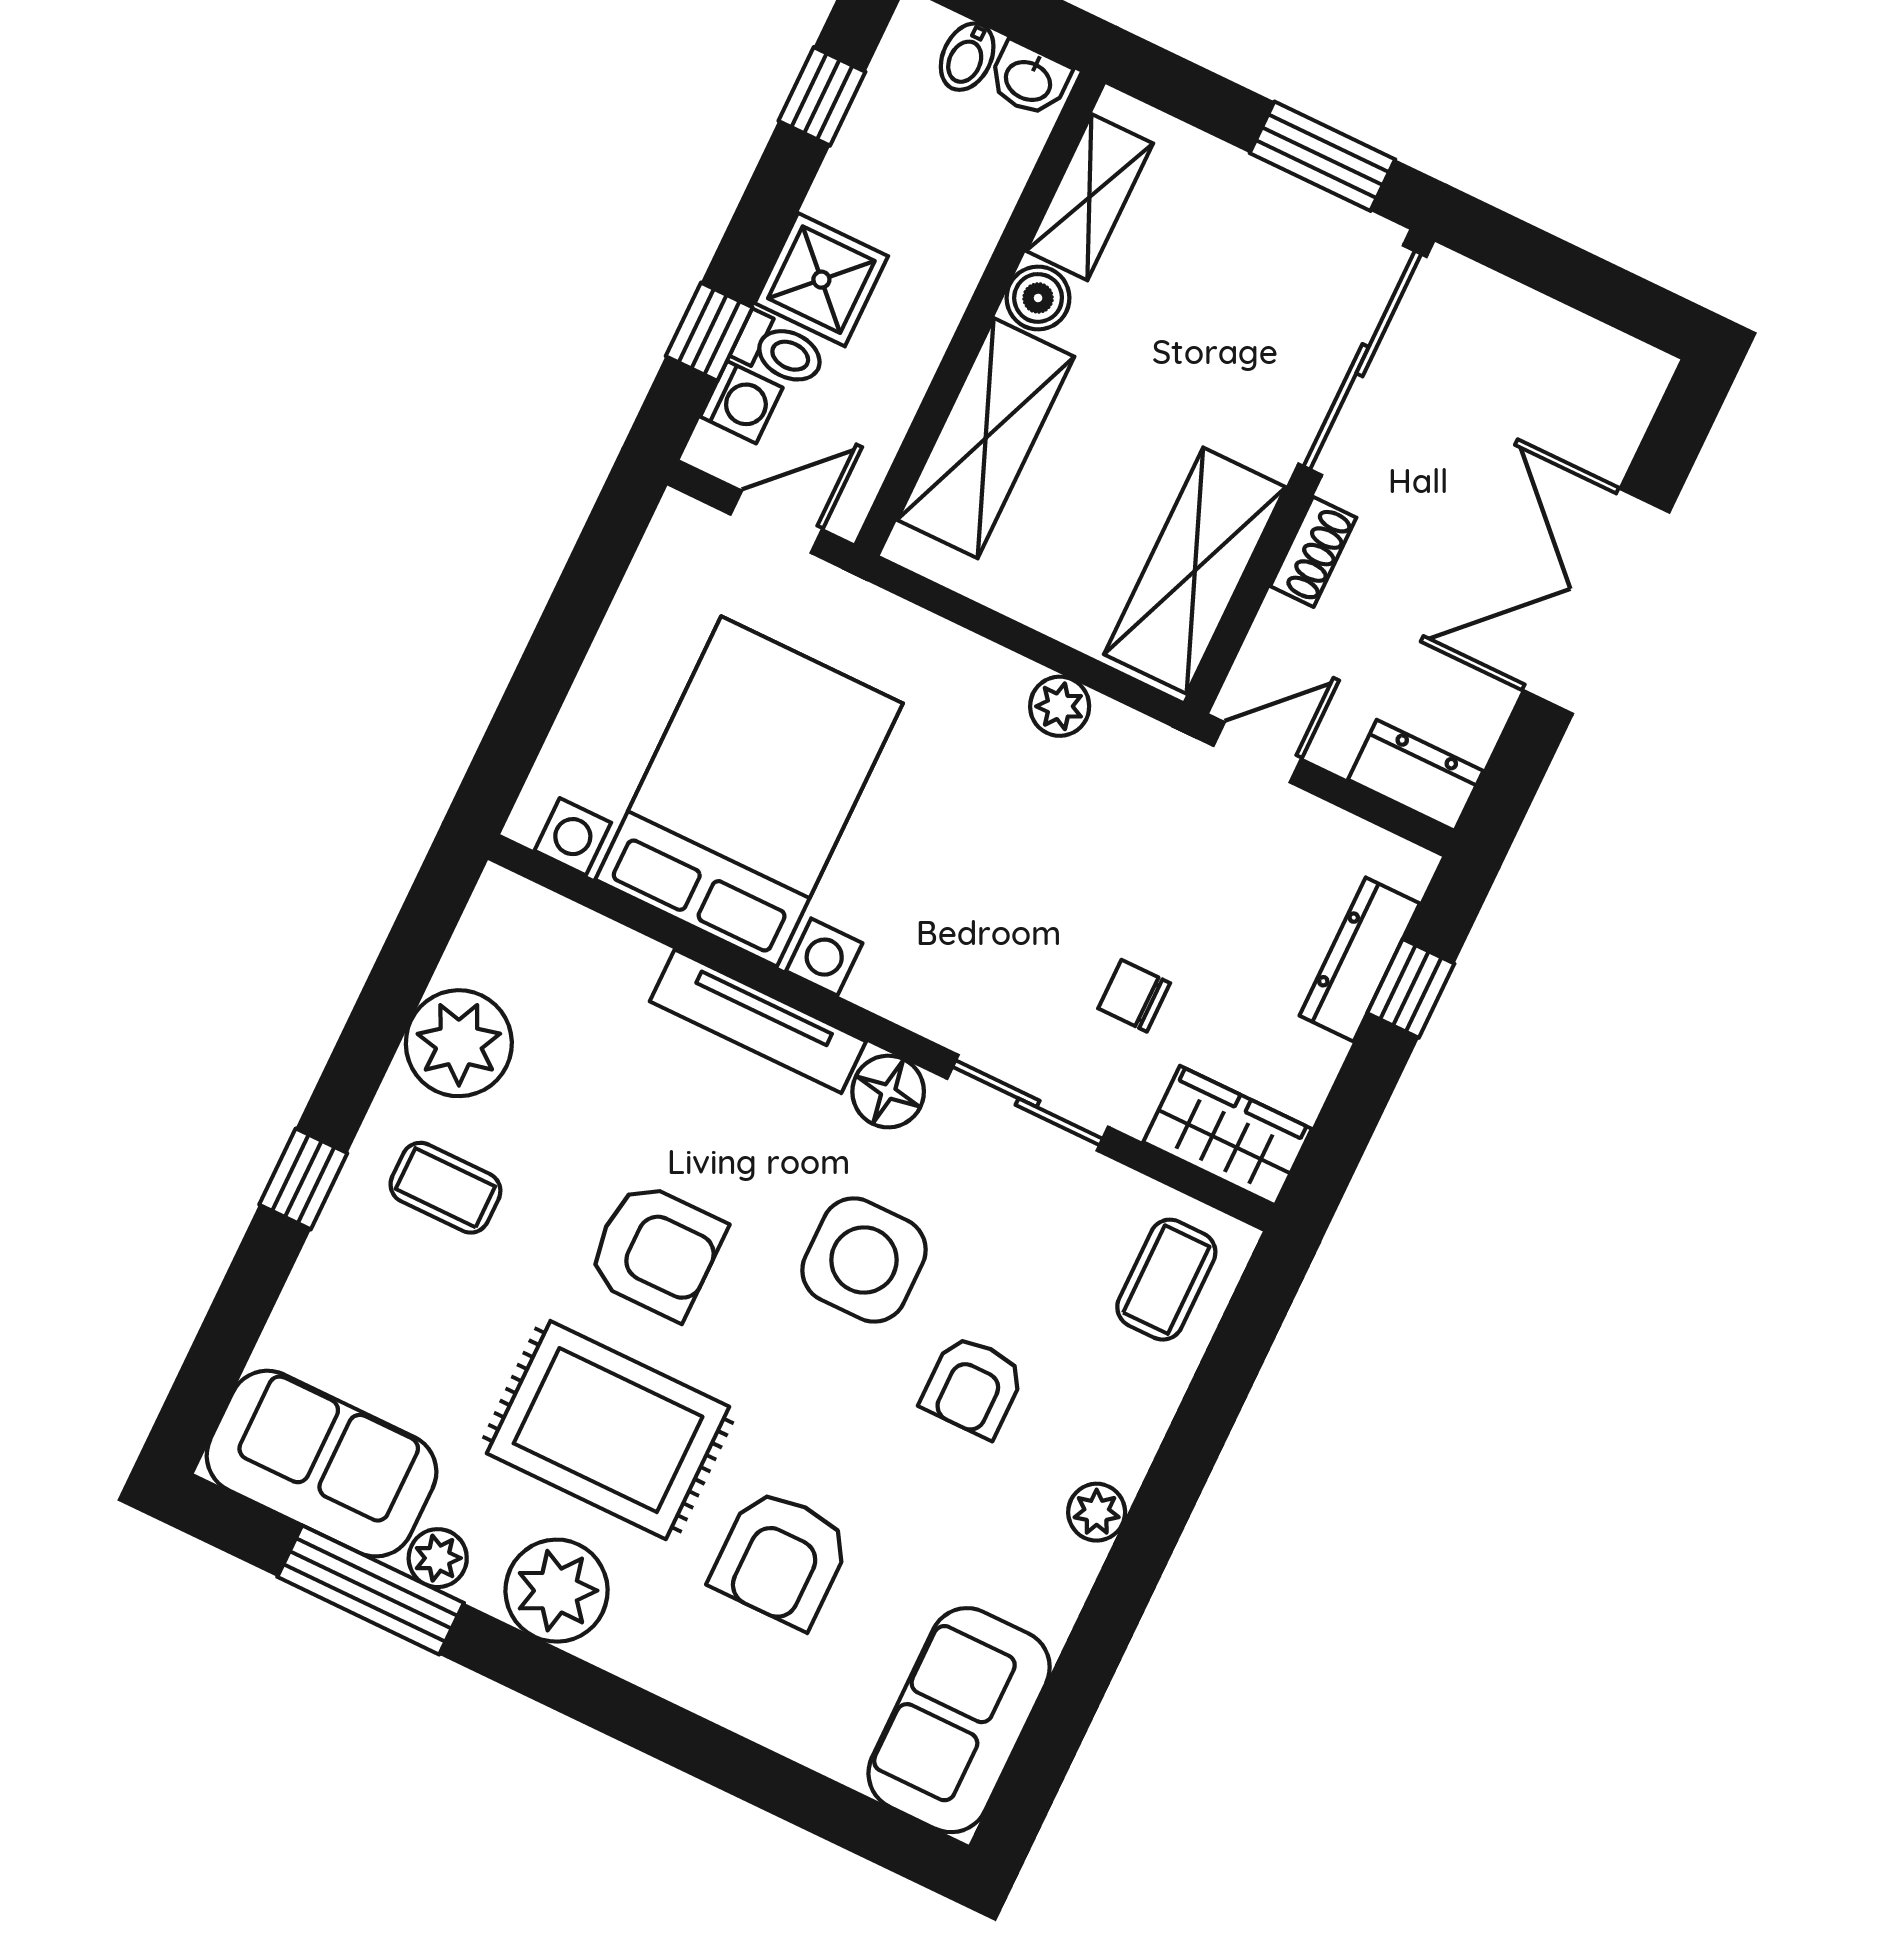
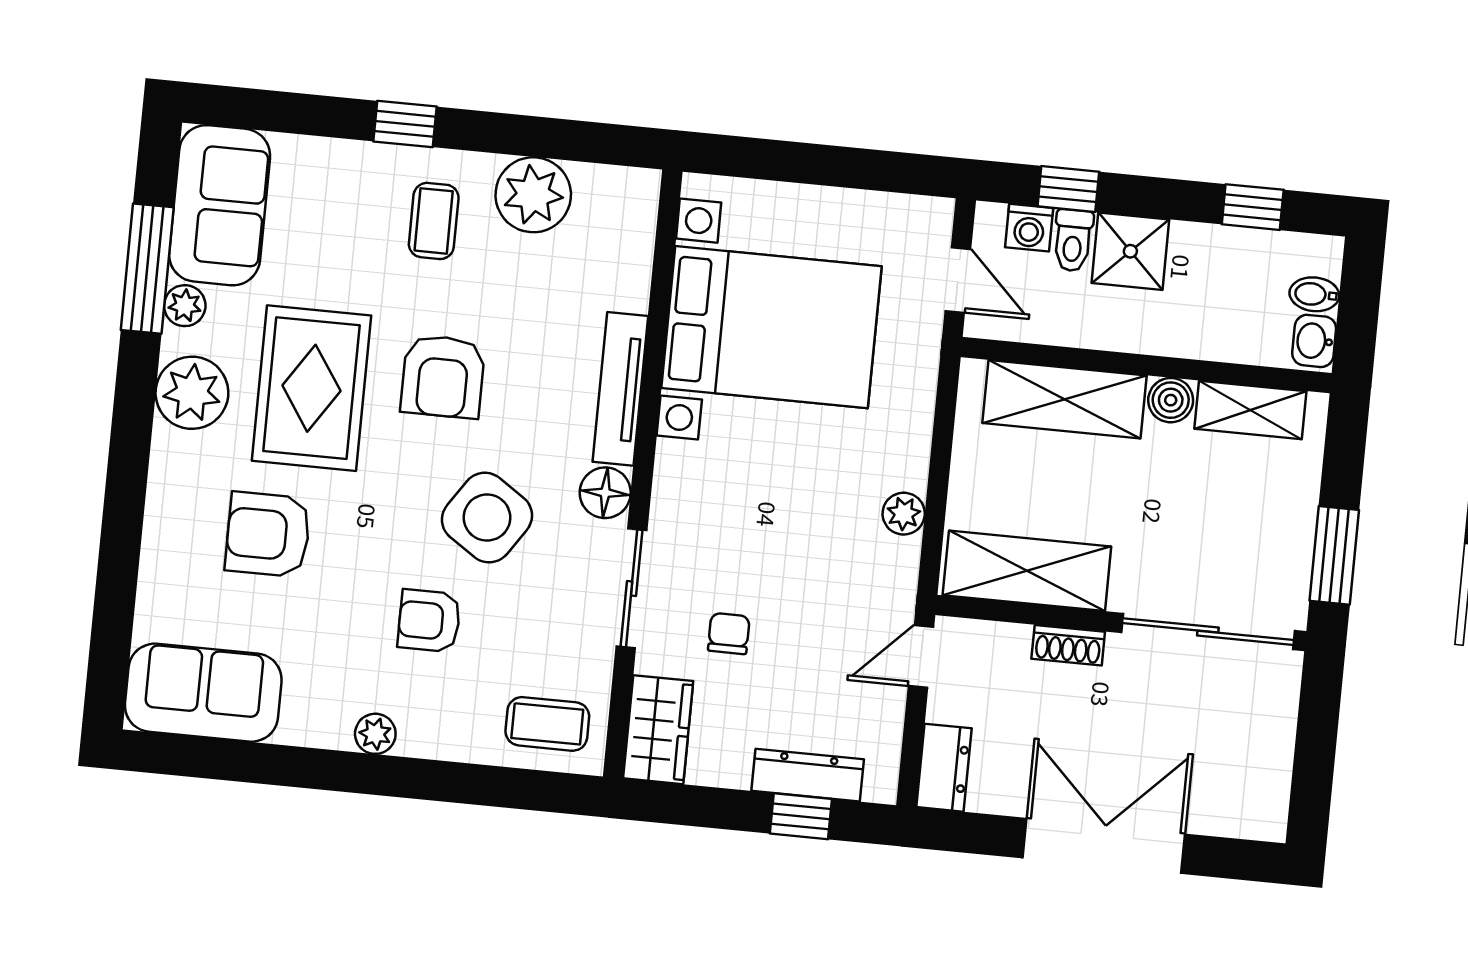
door: (1257, 752) -> (921, 657), swing flipped
side table: (864, 1260) -> (487, 518), turned 34

